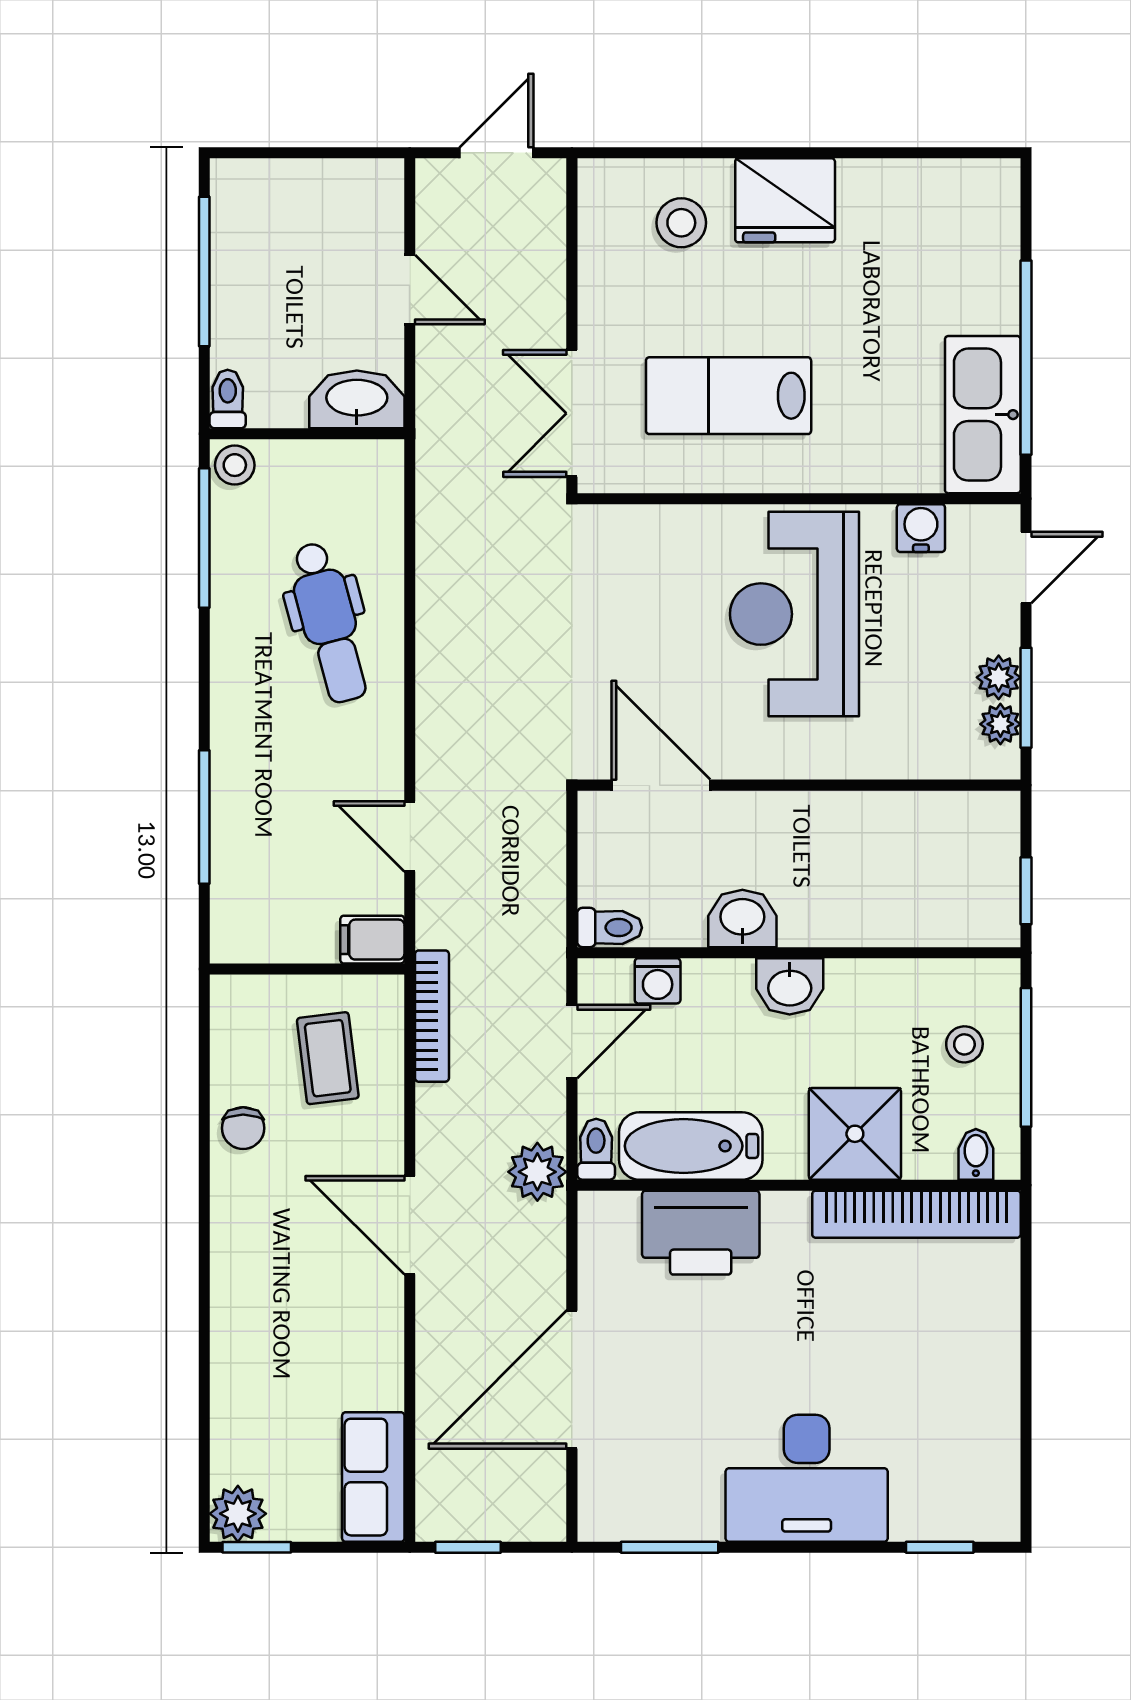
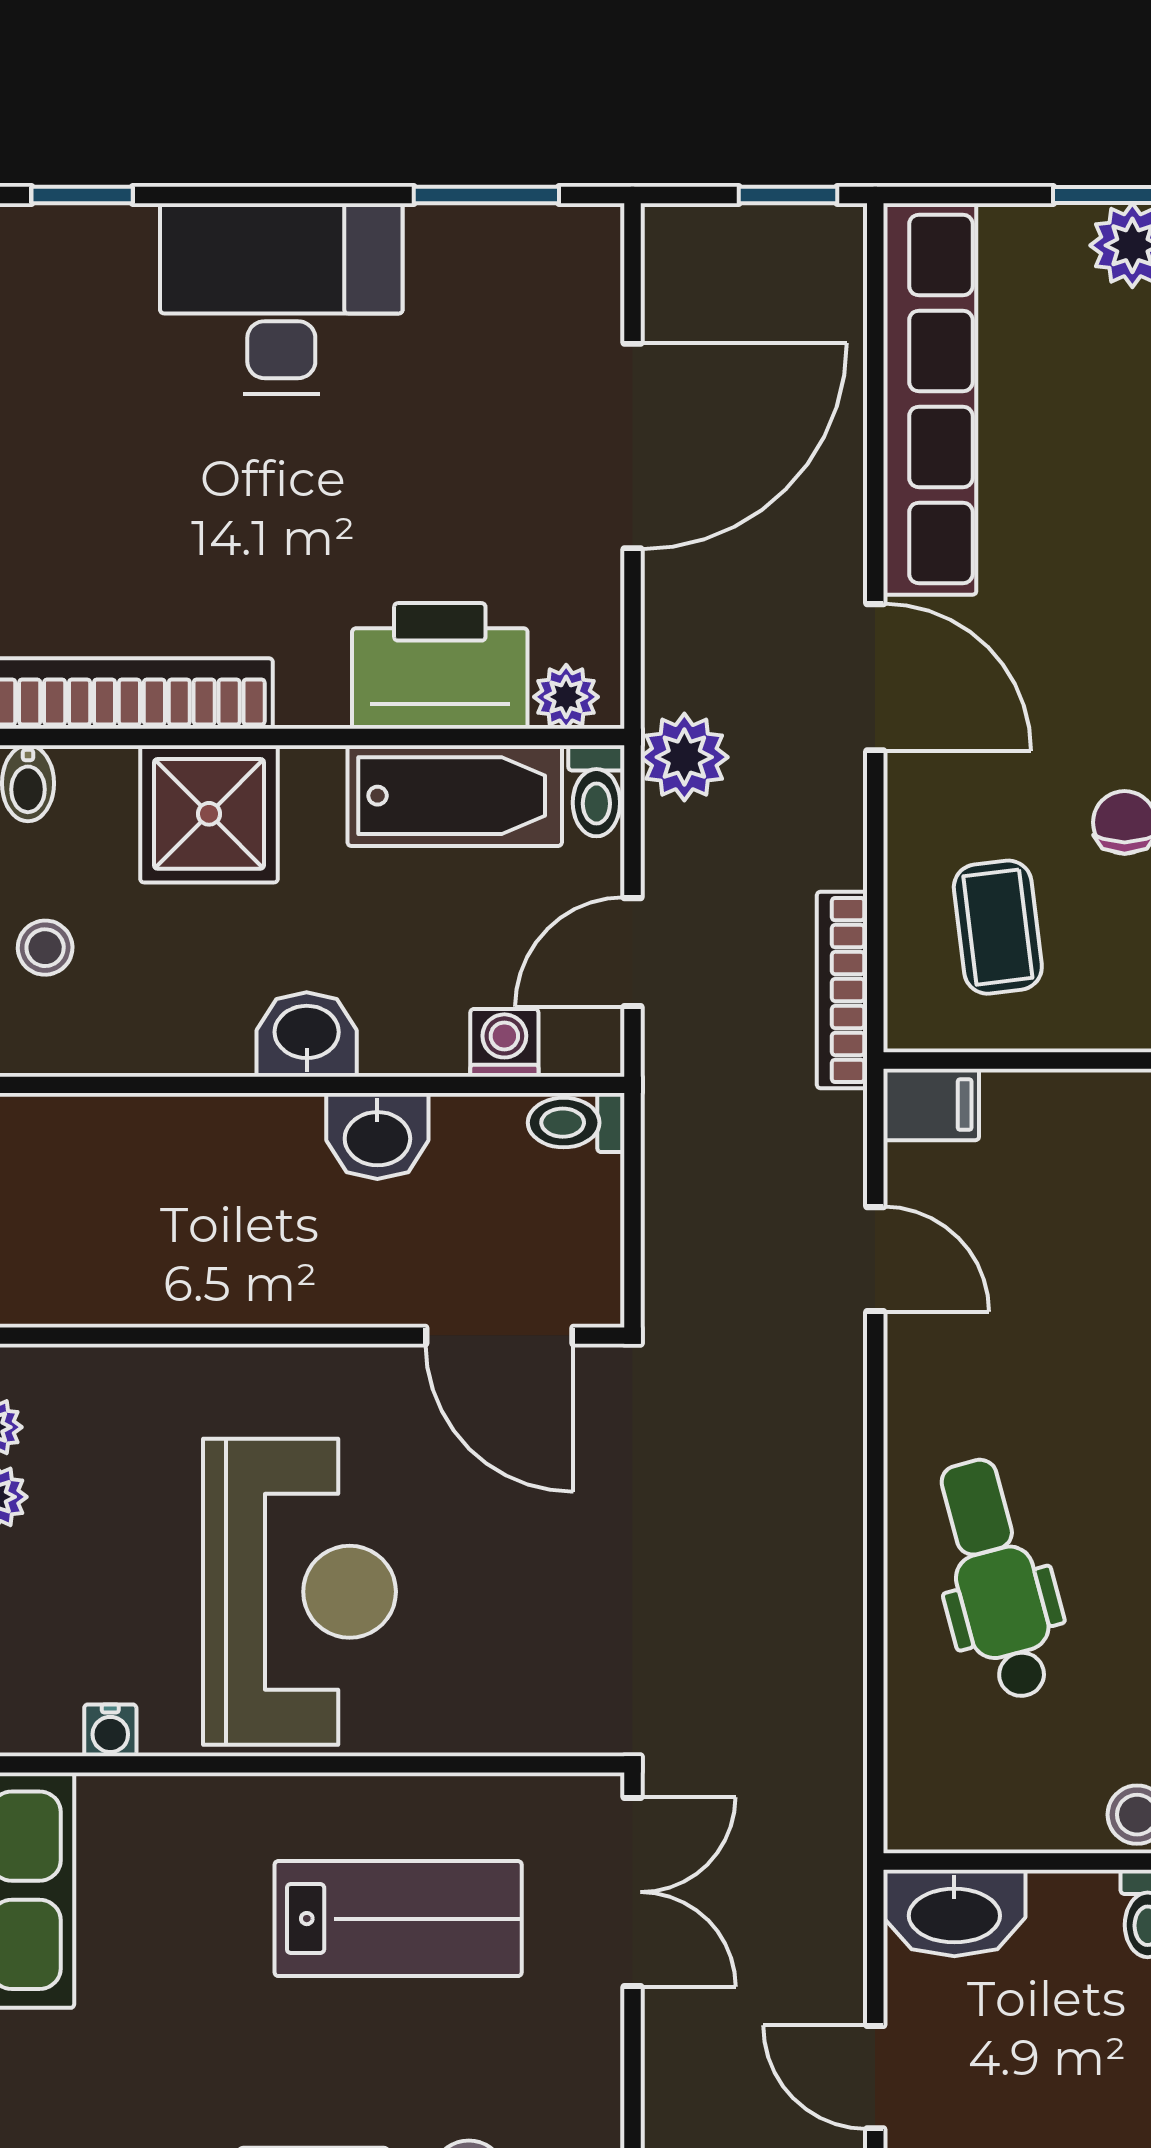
water cooler: (921, 528) -> (110, 1730), width x0.72, depth x0.72
plant: (616, 1212) -> (566, 697), added
row of seats: (373, 1477) -> (930, 399), width x2.02

